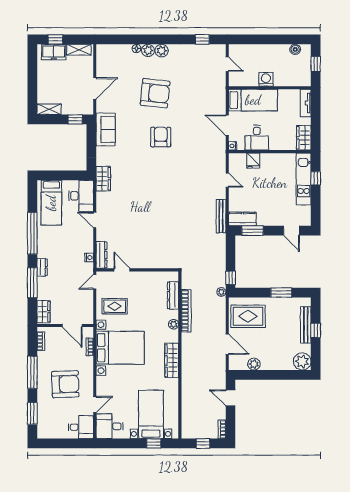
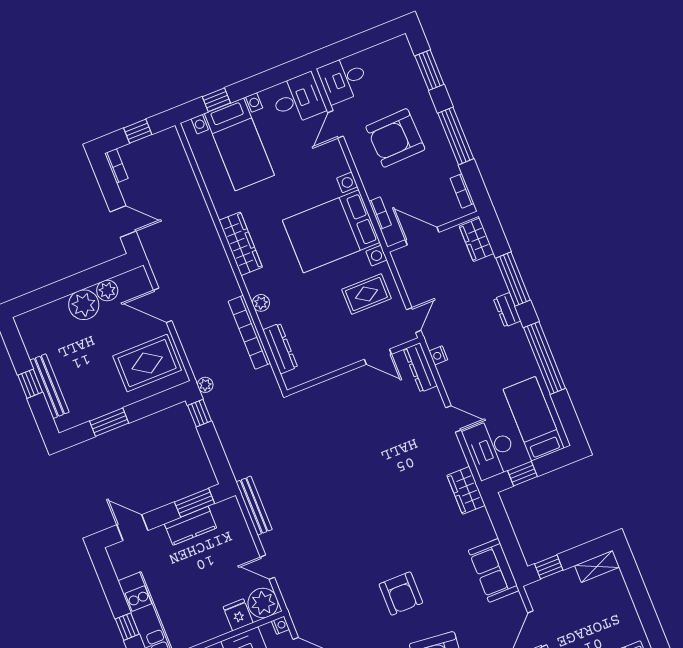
plant: (237, 162) -> (263, 603), added
window: (69, 175) -> (522, 474), added
kitchen counter: (242, 219) -> (191, 526), moved
plant: (302, 361) -> (84, 305), moved

